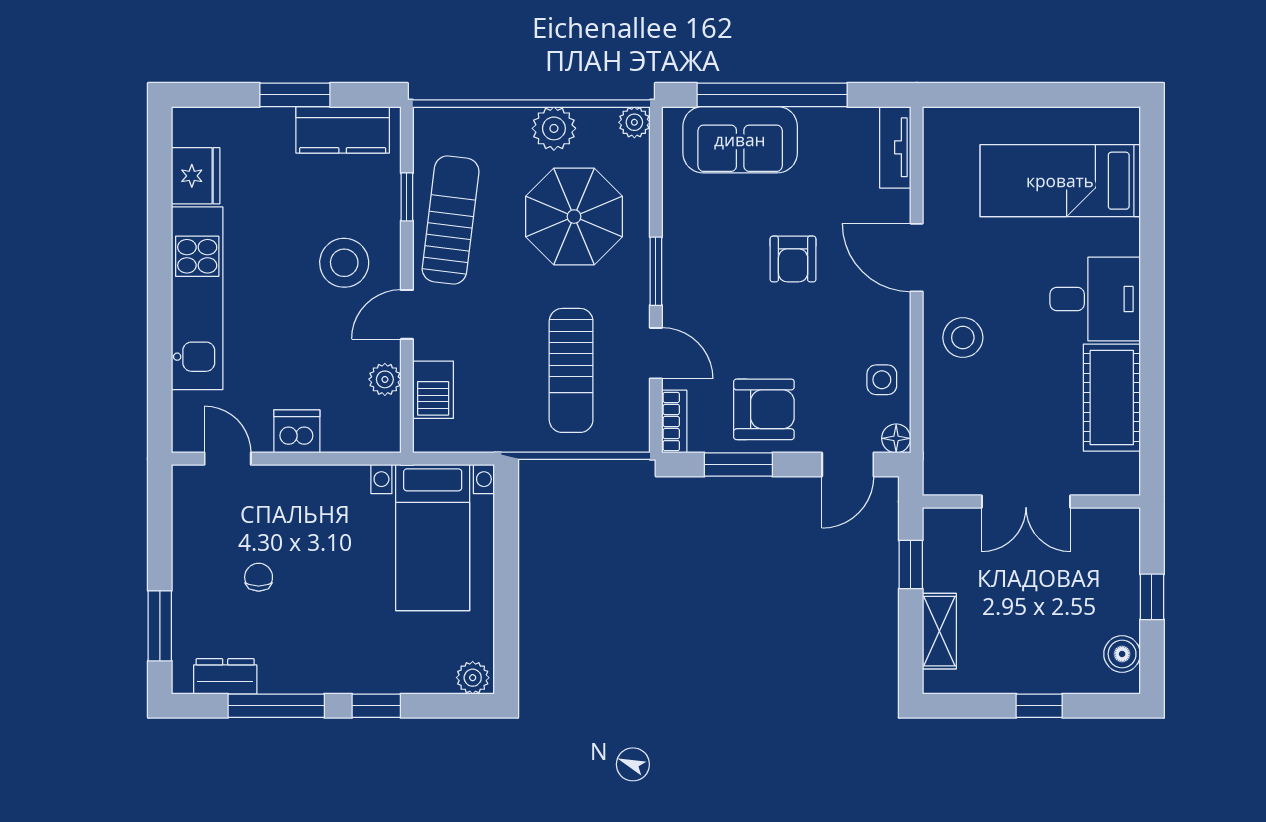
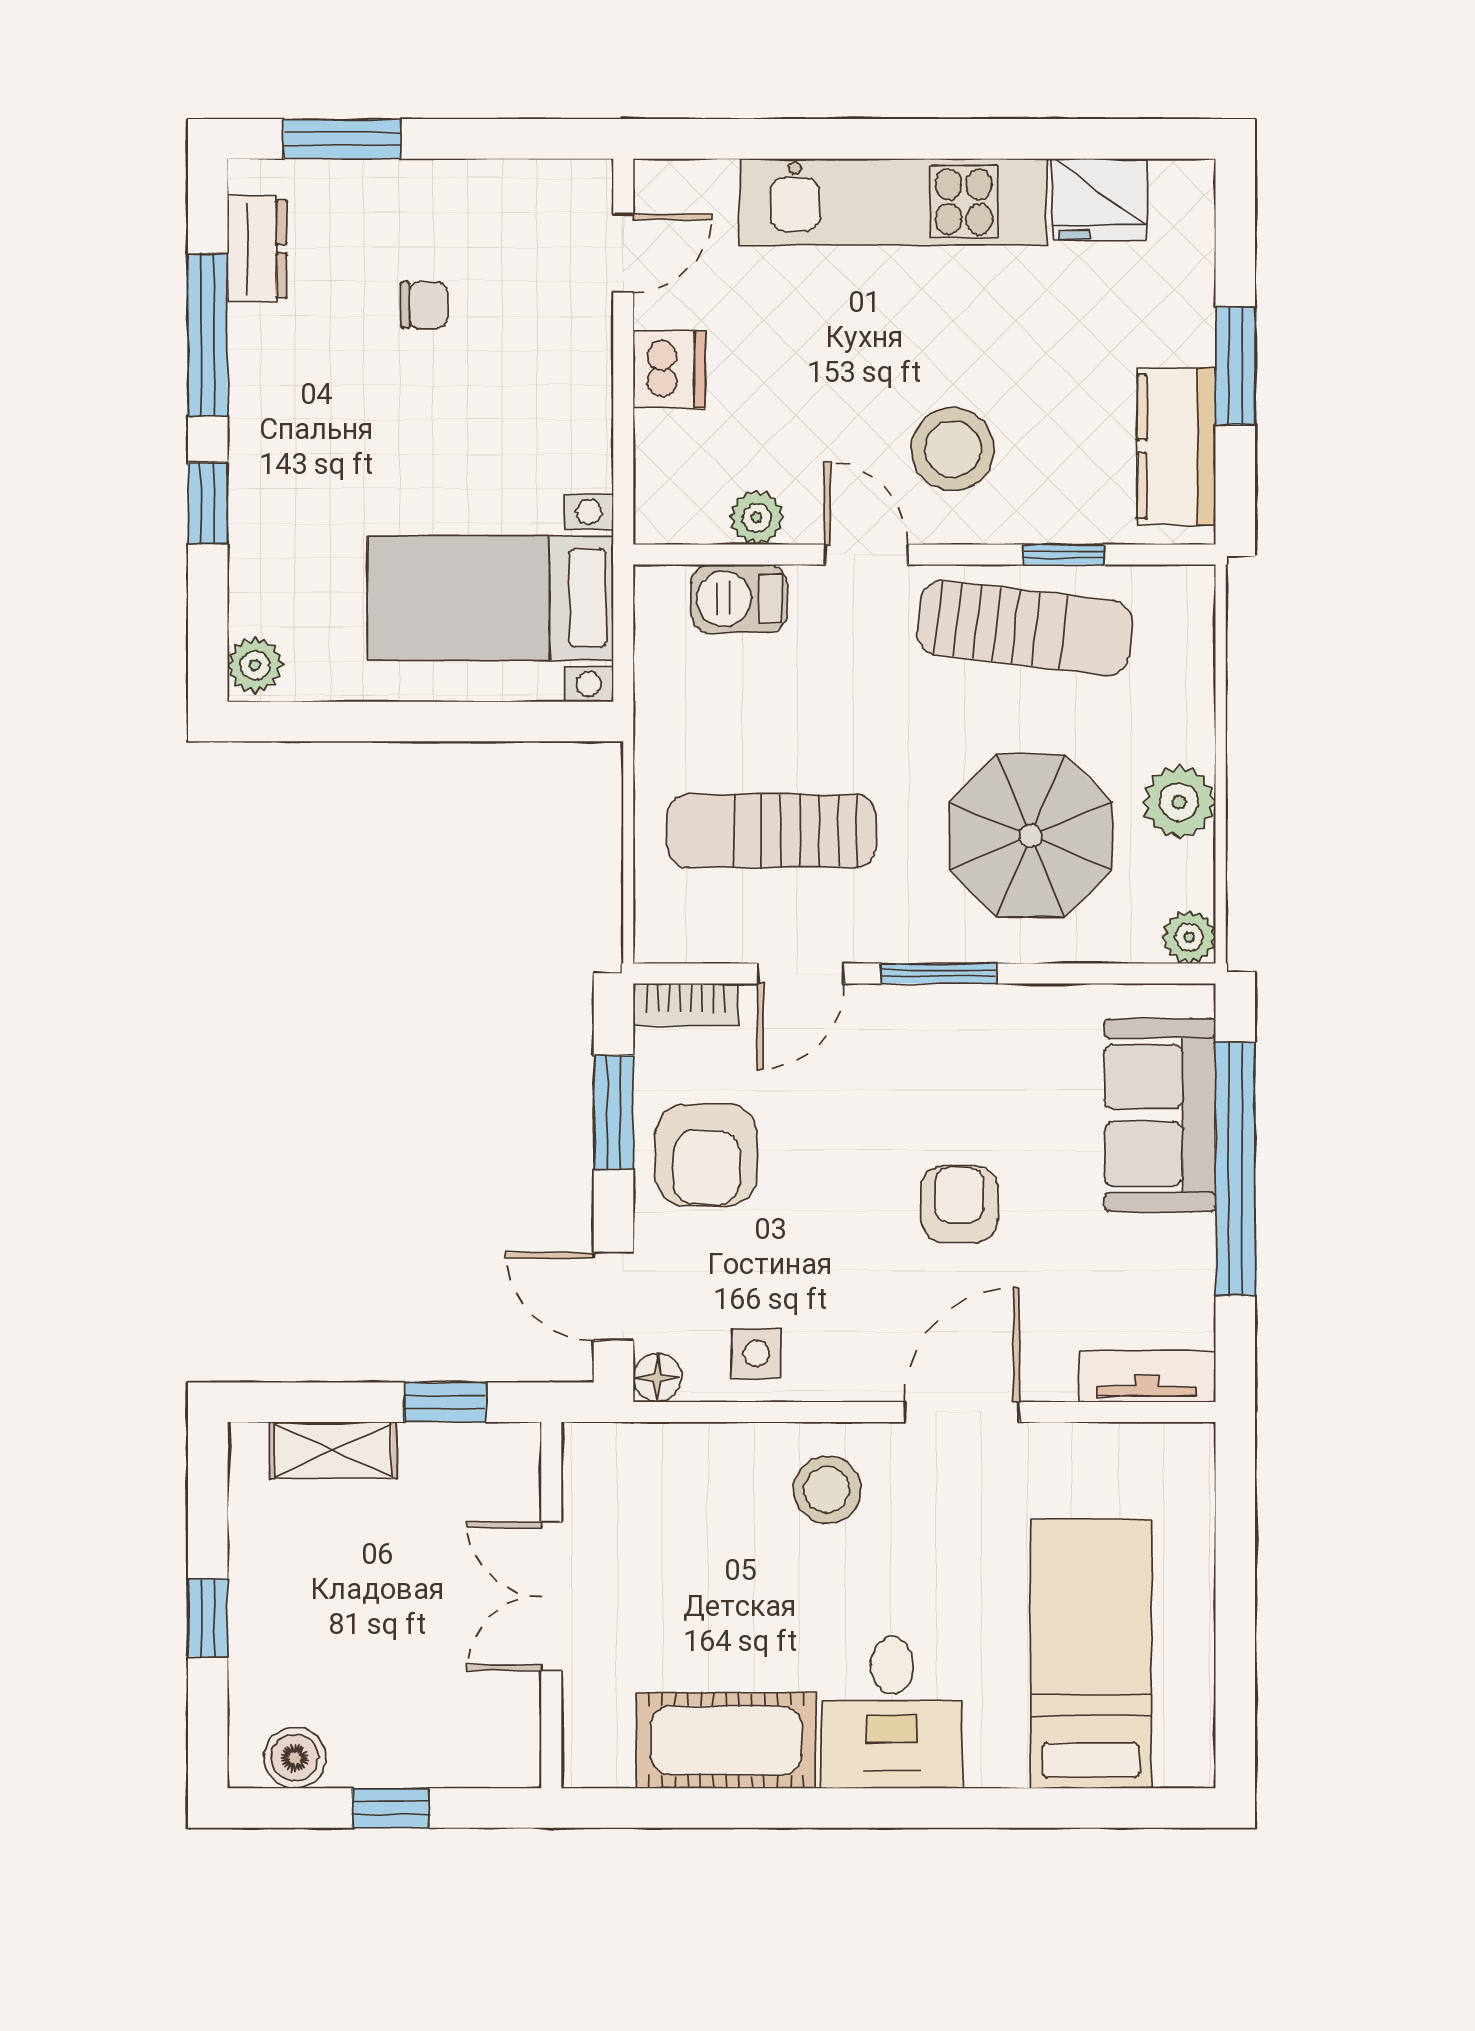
armchair: (793, 259) -> (959, 1204), turned 90

